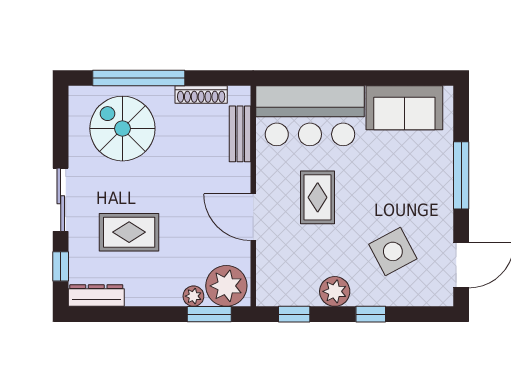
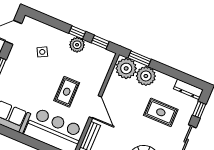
door: (253, 217) -> (95, 107), moved
side table: (393, 251) -> (42, 52), width x0.54, depth x0.54
plant: (193, 296) -> (146, 76), width x1.88, depth x1.88
window: (371, 314) -> (77, 32), moved

